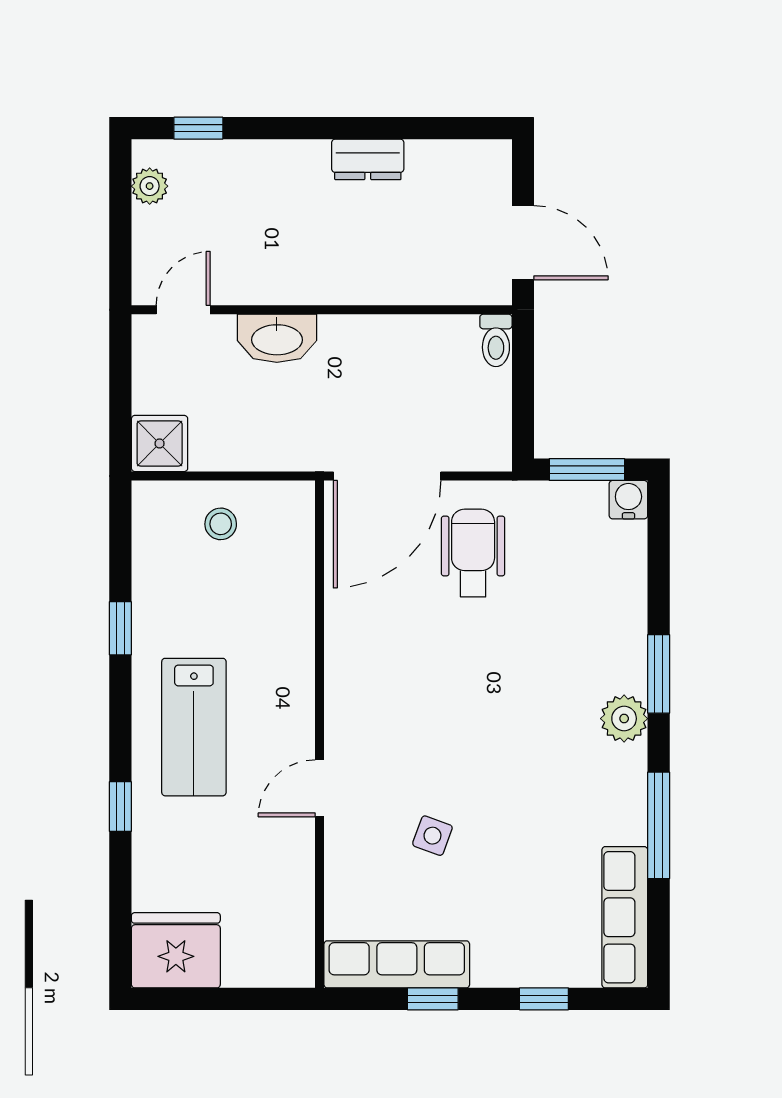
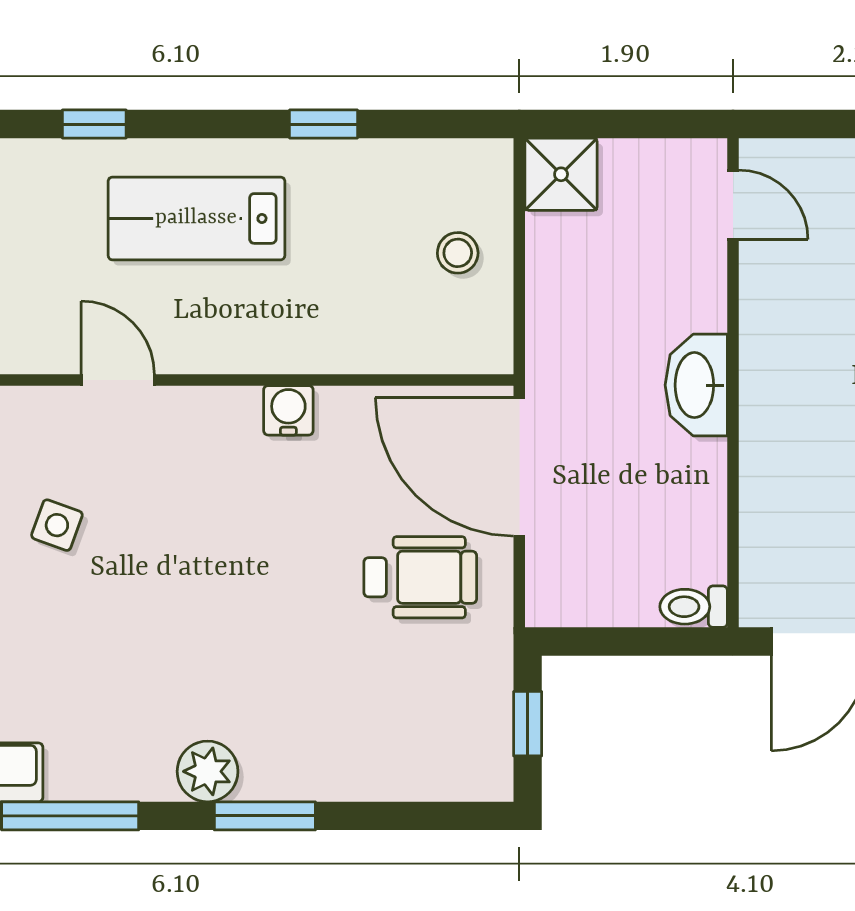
washbasin: (277, 338) -> (696, 385), moved
window: (587, 469) -> (528, 724), width x0.67
water cooler: (628, 500) -> (288, 410), moved, turned -90

